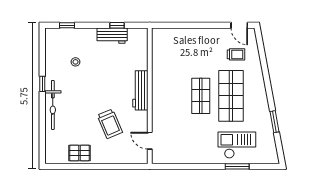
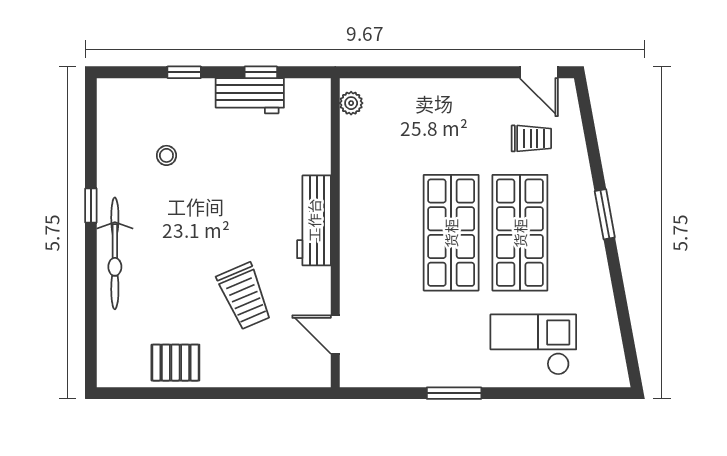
window: (67, 25) -> (184, 72), moved
plant: (157, 39) -> (351, 103), added
shop shelf: (201, 96) -> (451, 233), width x1.43, depth x1.36
window: (275, 122) -> (605, 214), moved
window: (237, 166) -> (454, 393), moved

